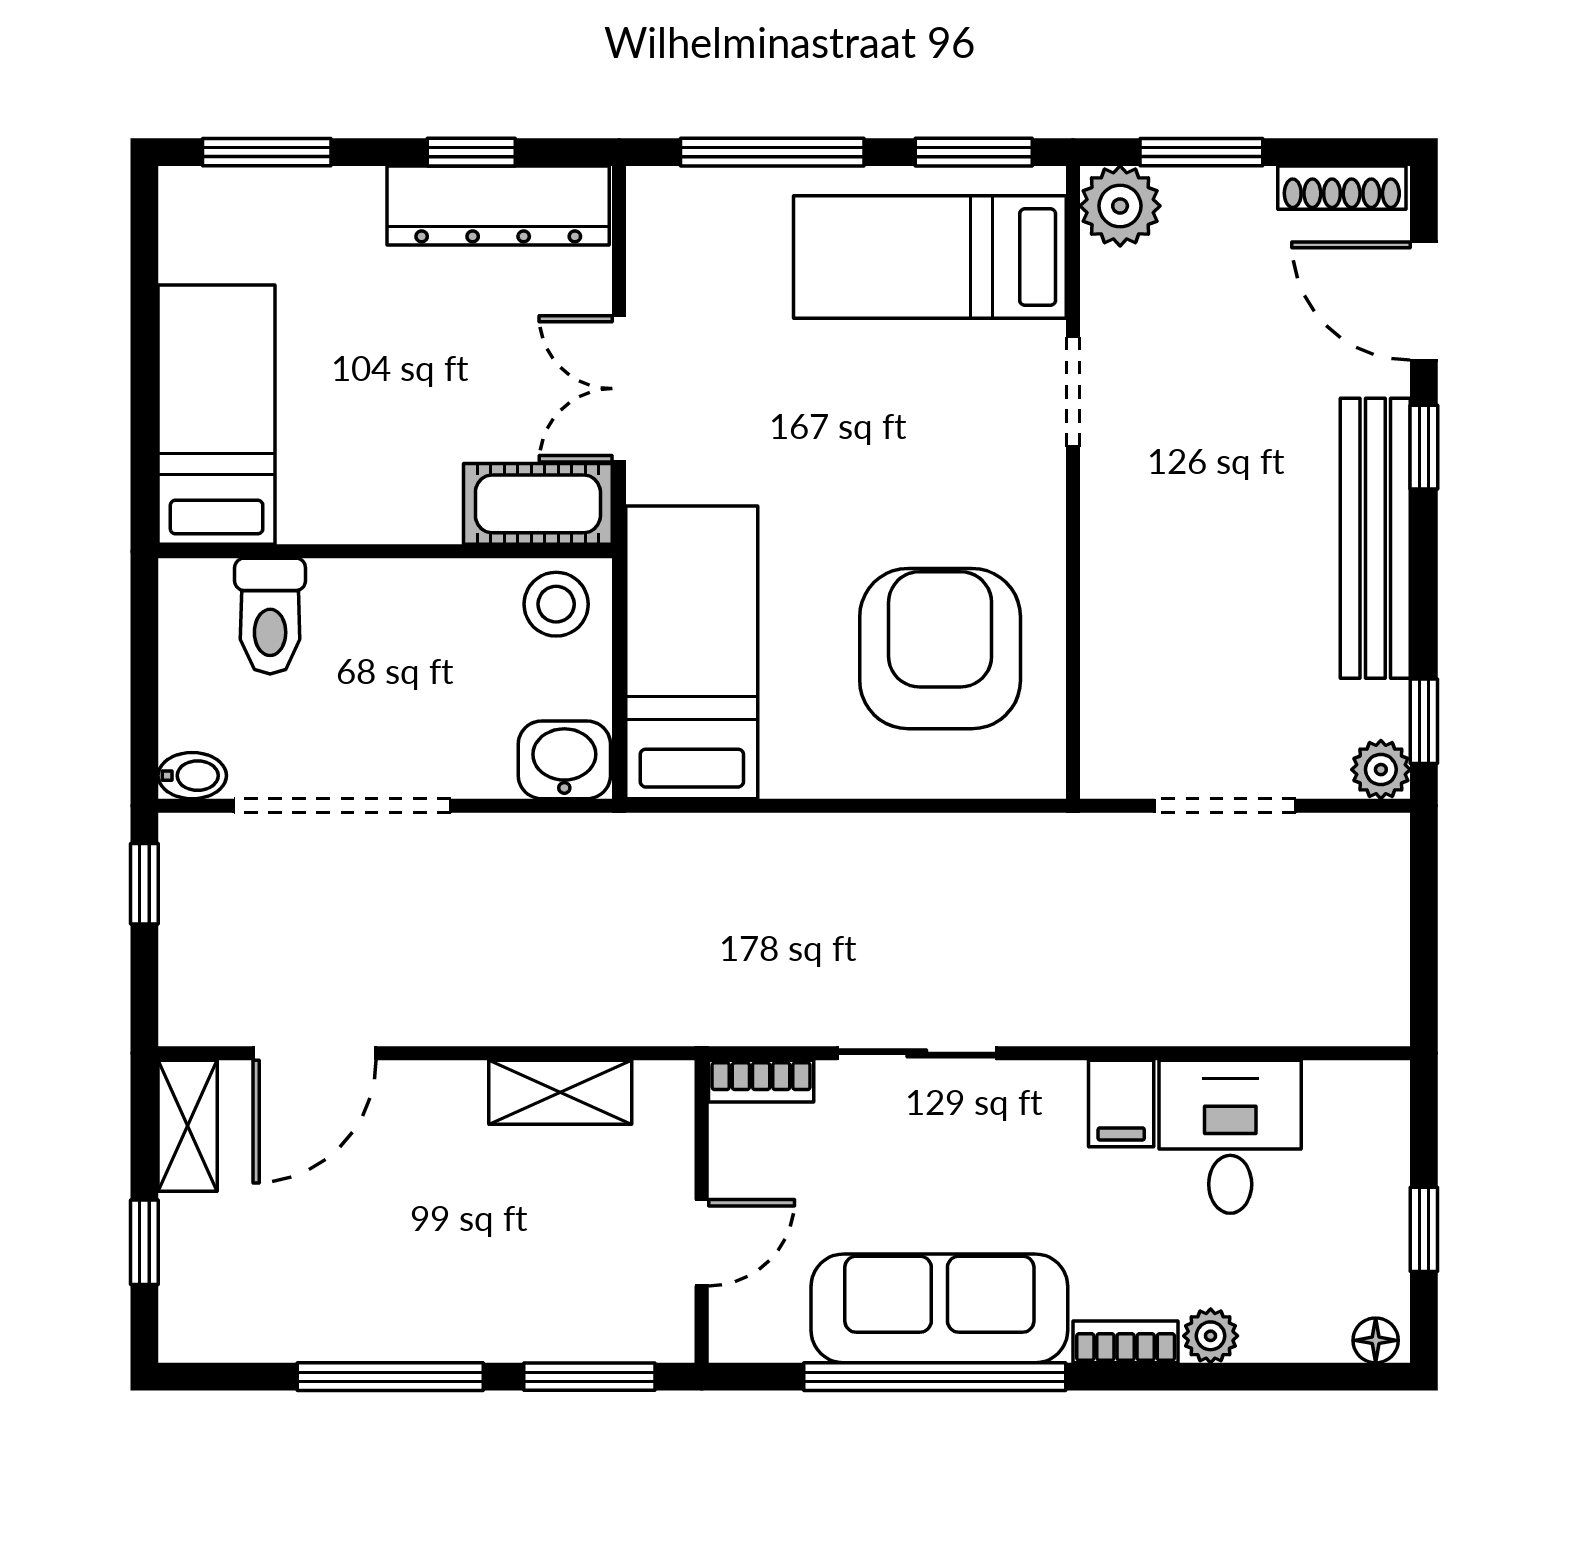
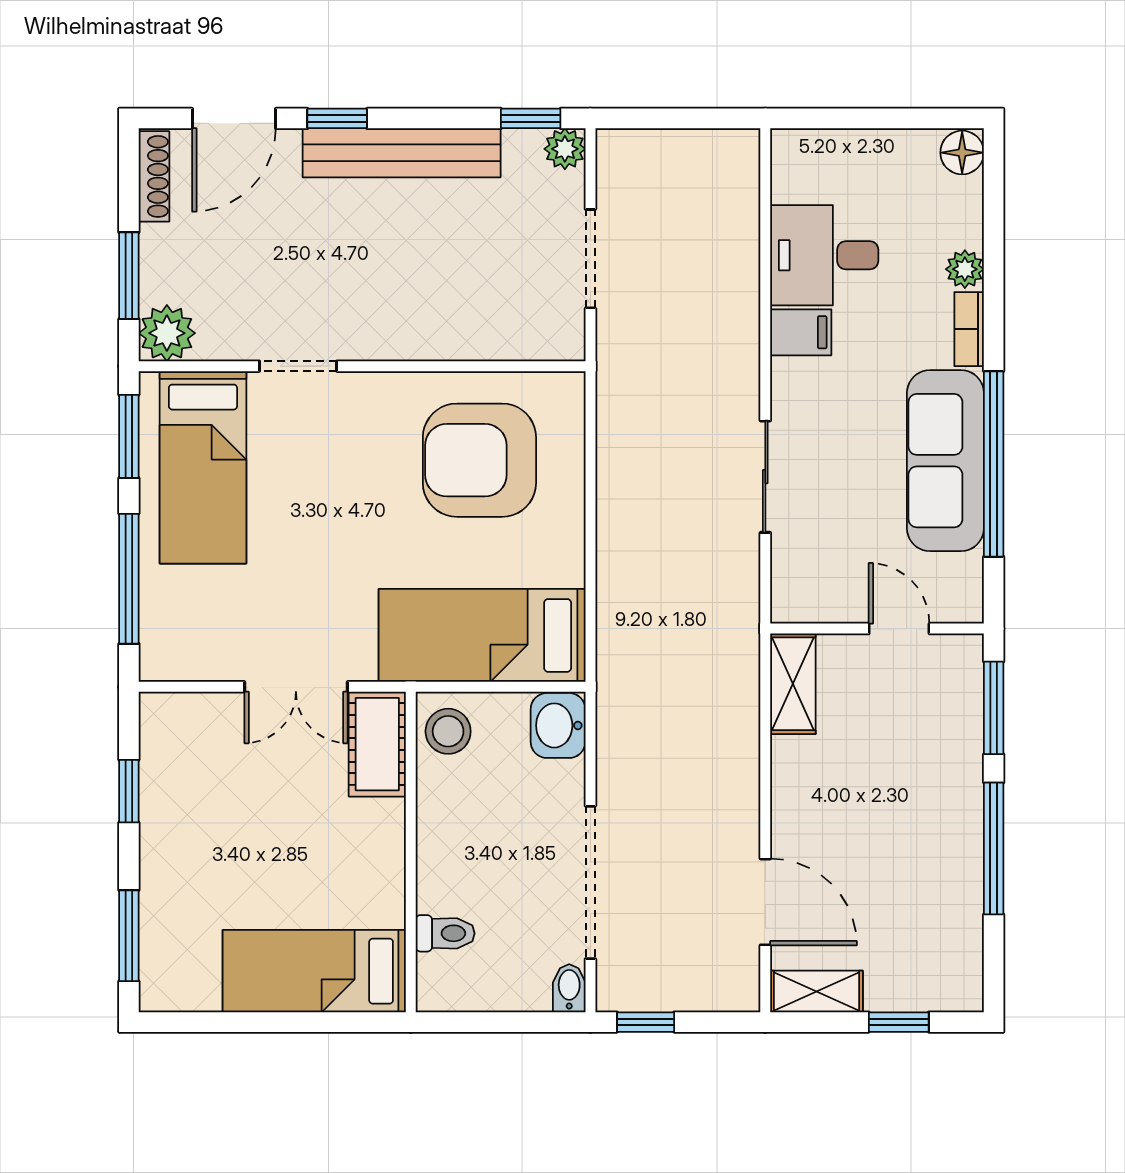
dresser: (498, 206) -> (167, 772), removed
toilet: (270, 616) -> (445, 933), width x0.73, depth x0.72
bookcase: (761, 1081) -> (785, 587), removed
shelving: (560, 1092) -> (793, 684), moved
window: (1424, 1229) -> (890, 118), removed
floor lamp: (1376, 1340) -> (962, 153), width x1.37, depth x1.37

